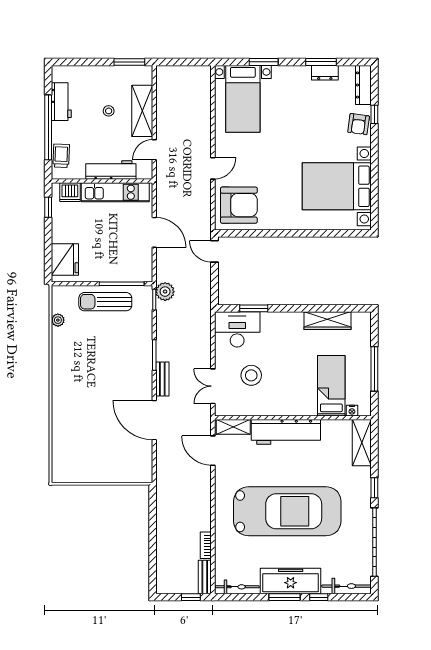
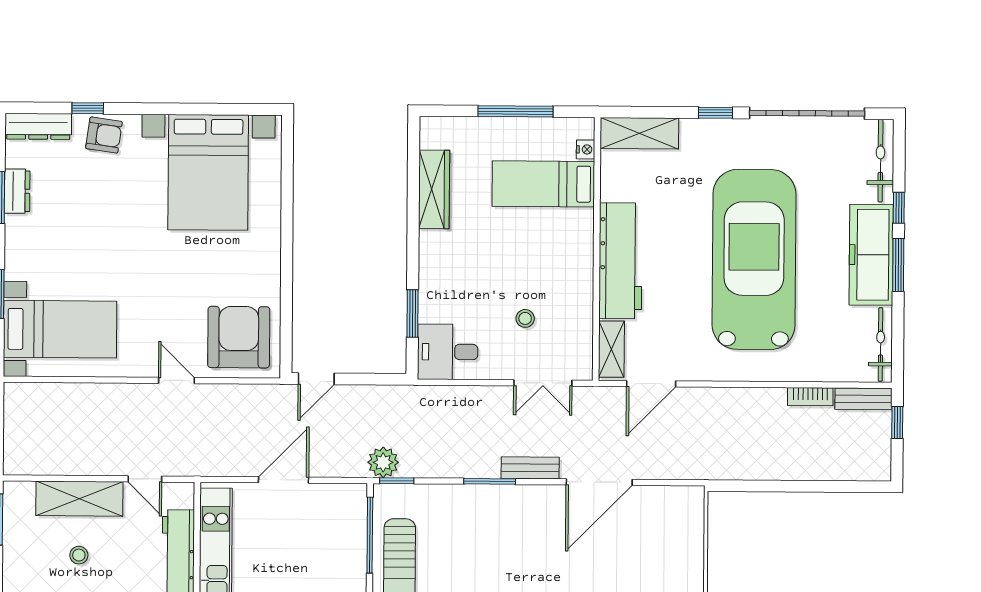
desk: (237, 329) -> (448, 352), width x0.73
stool: (251, 375) -> (525, 318), width x0.53, depth x0.53

